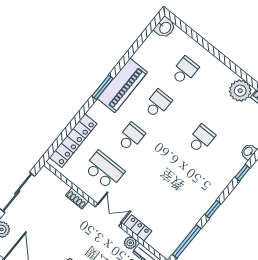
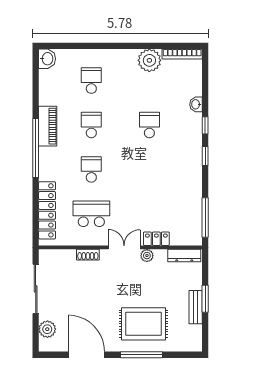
piano: (122, 85) -> (48, 126), width x0.73, depth x0.75
window: (102, 87) -> (36, 148), width x2.11
window: (213, 209) -> (205, 156), moved
plant: (130, 243) -> (147, 256), moved

